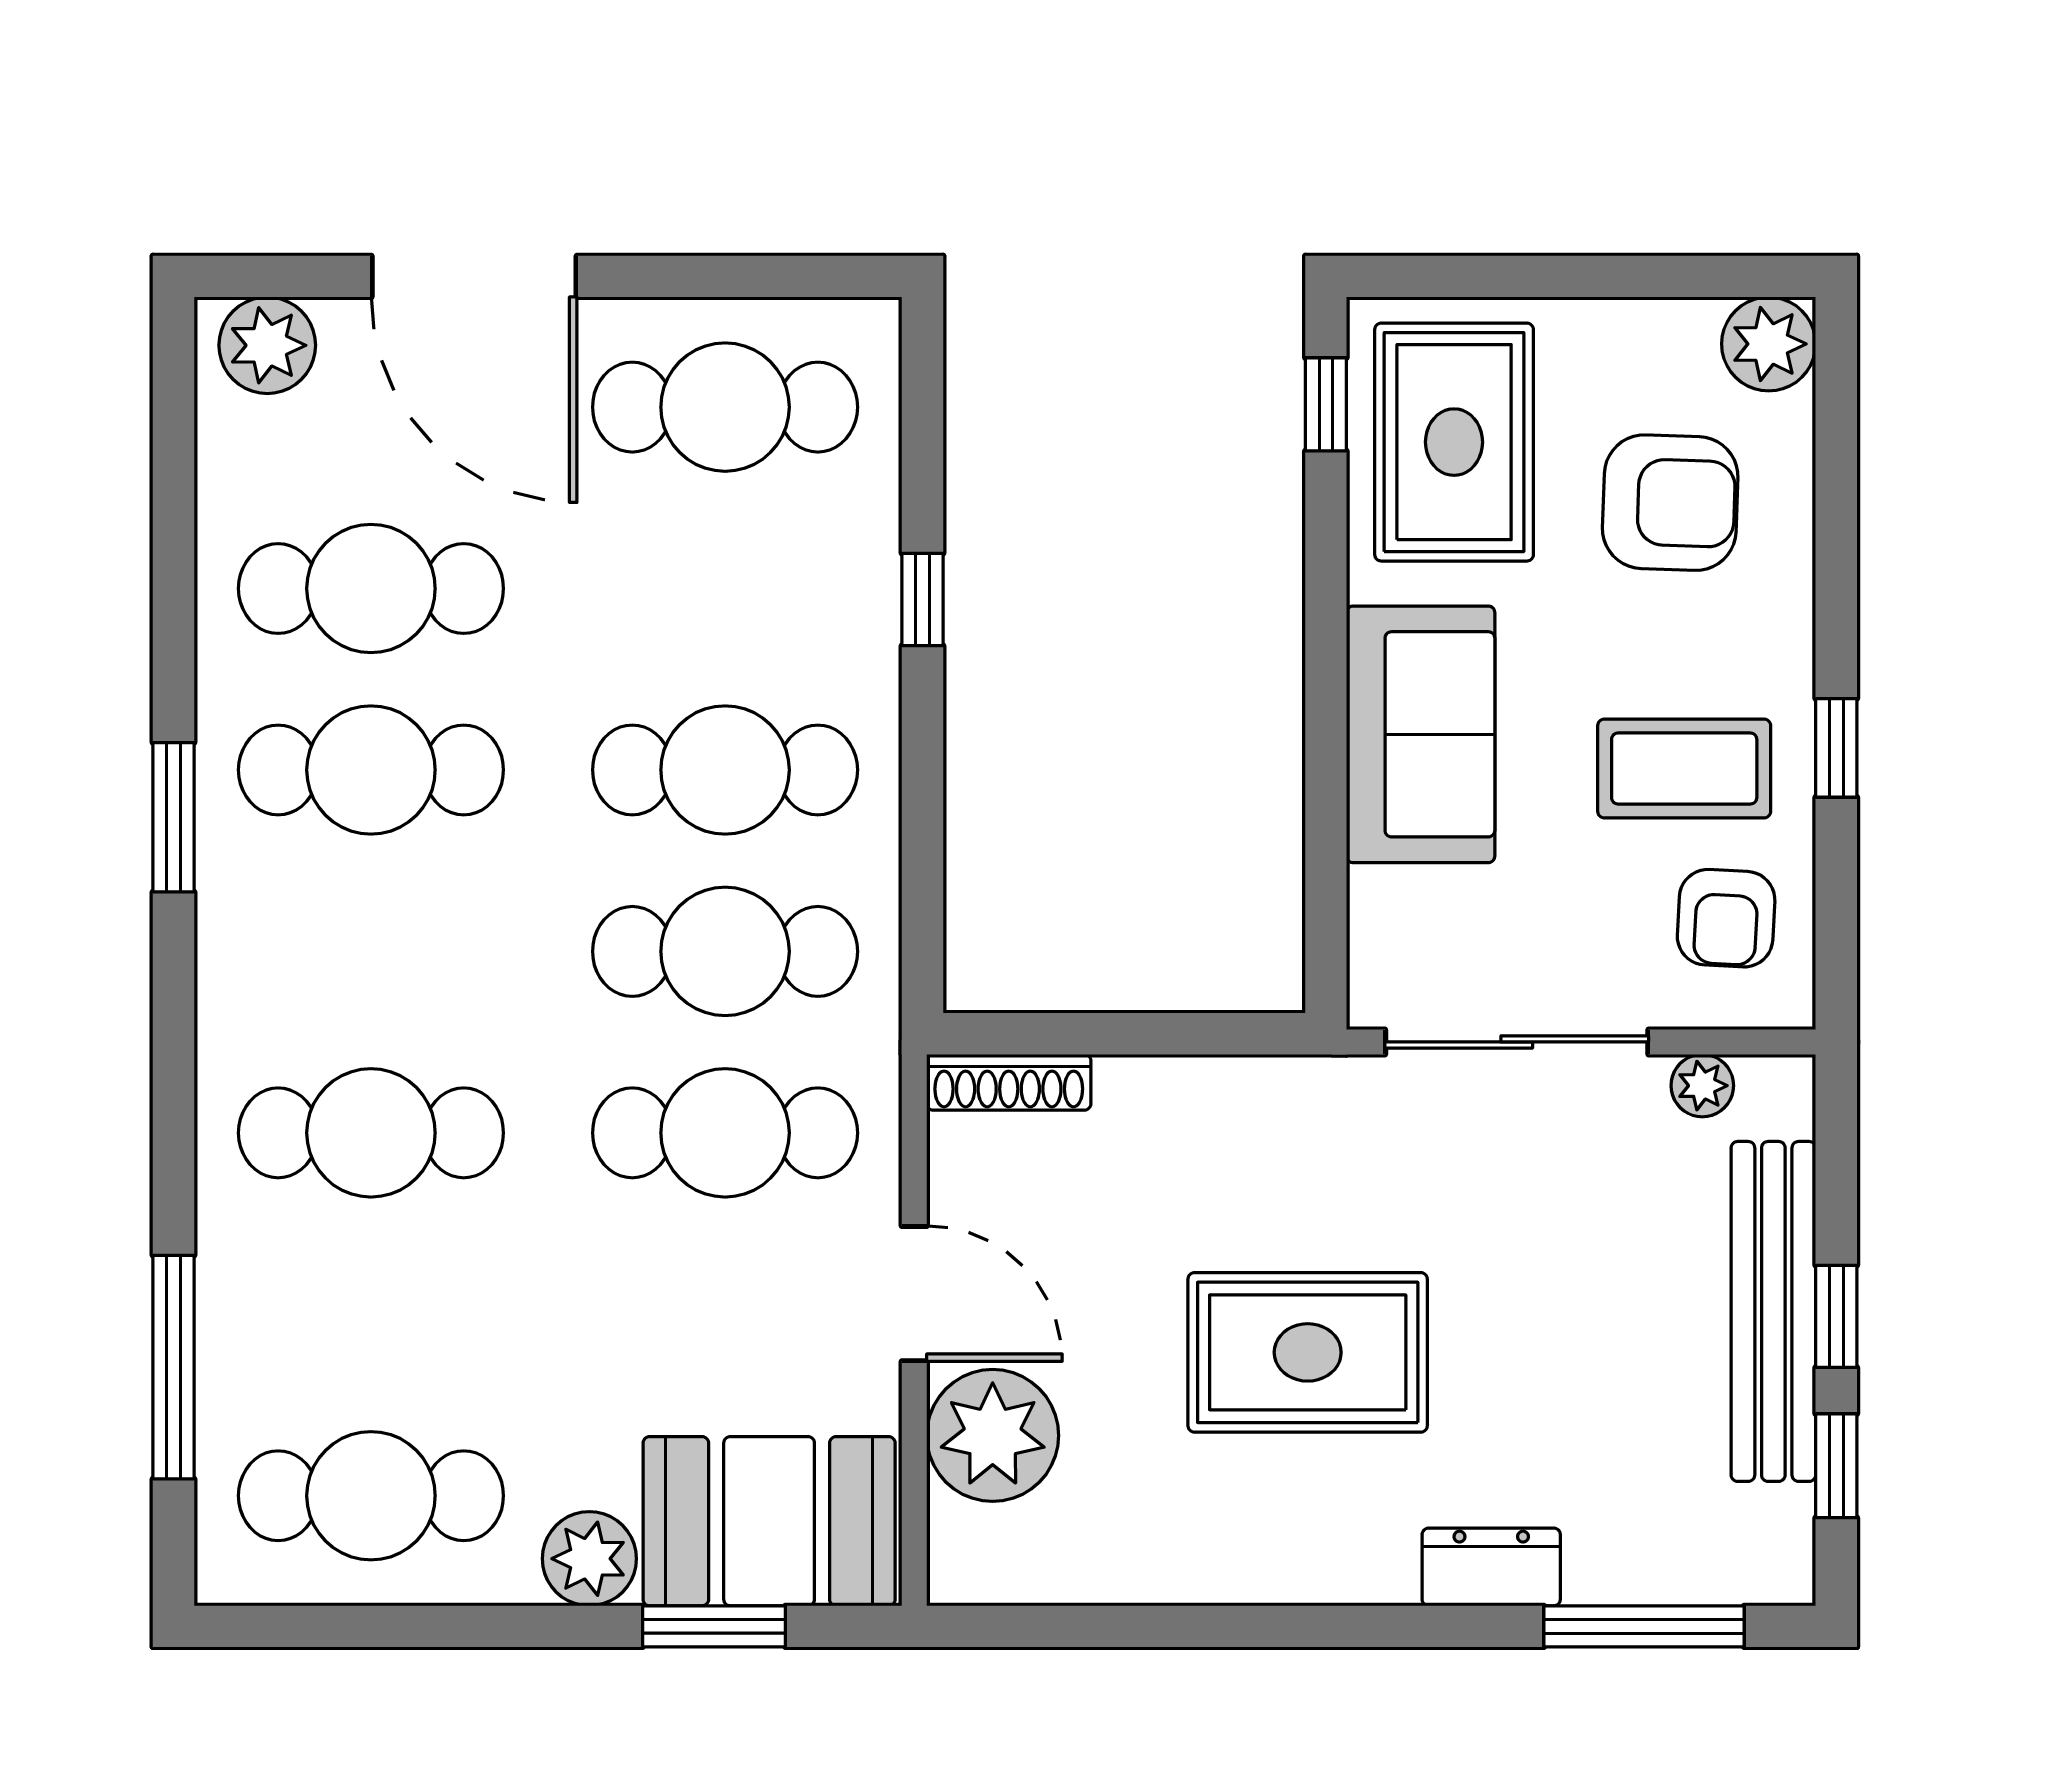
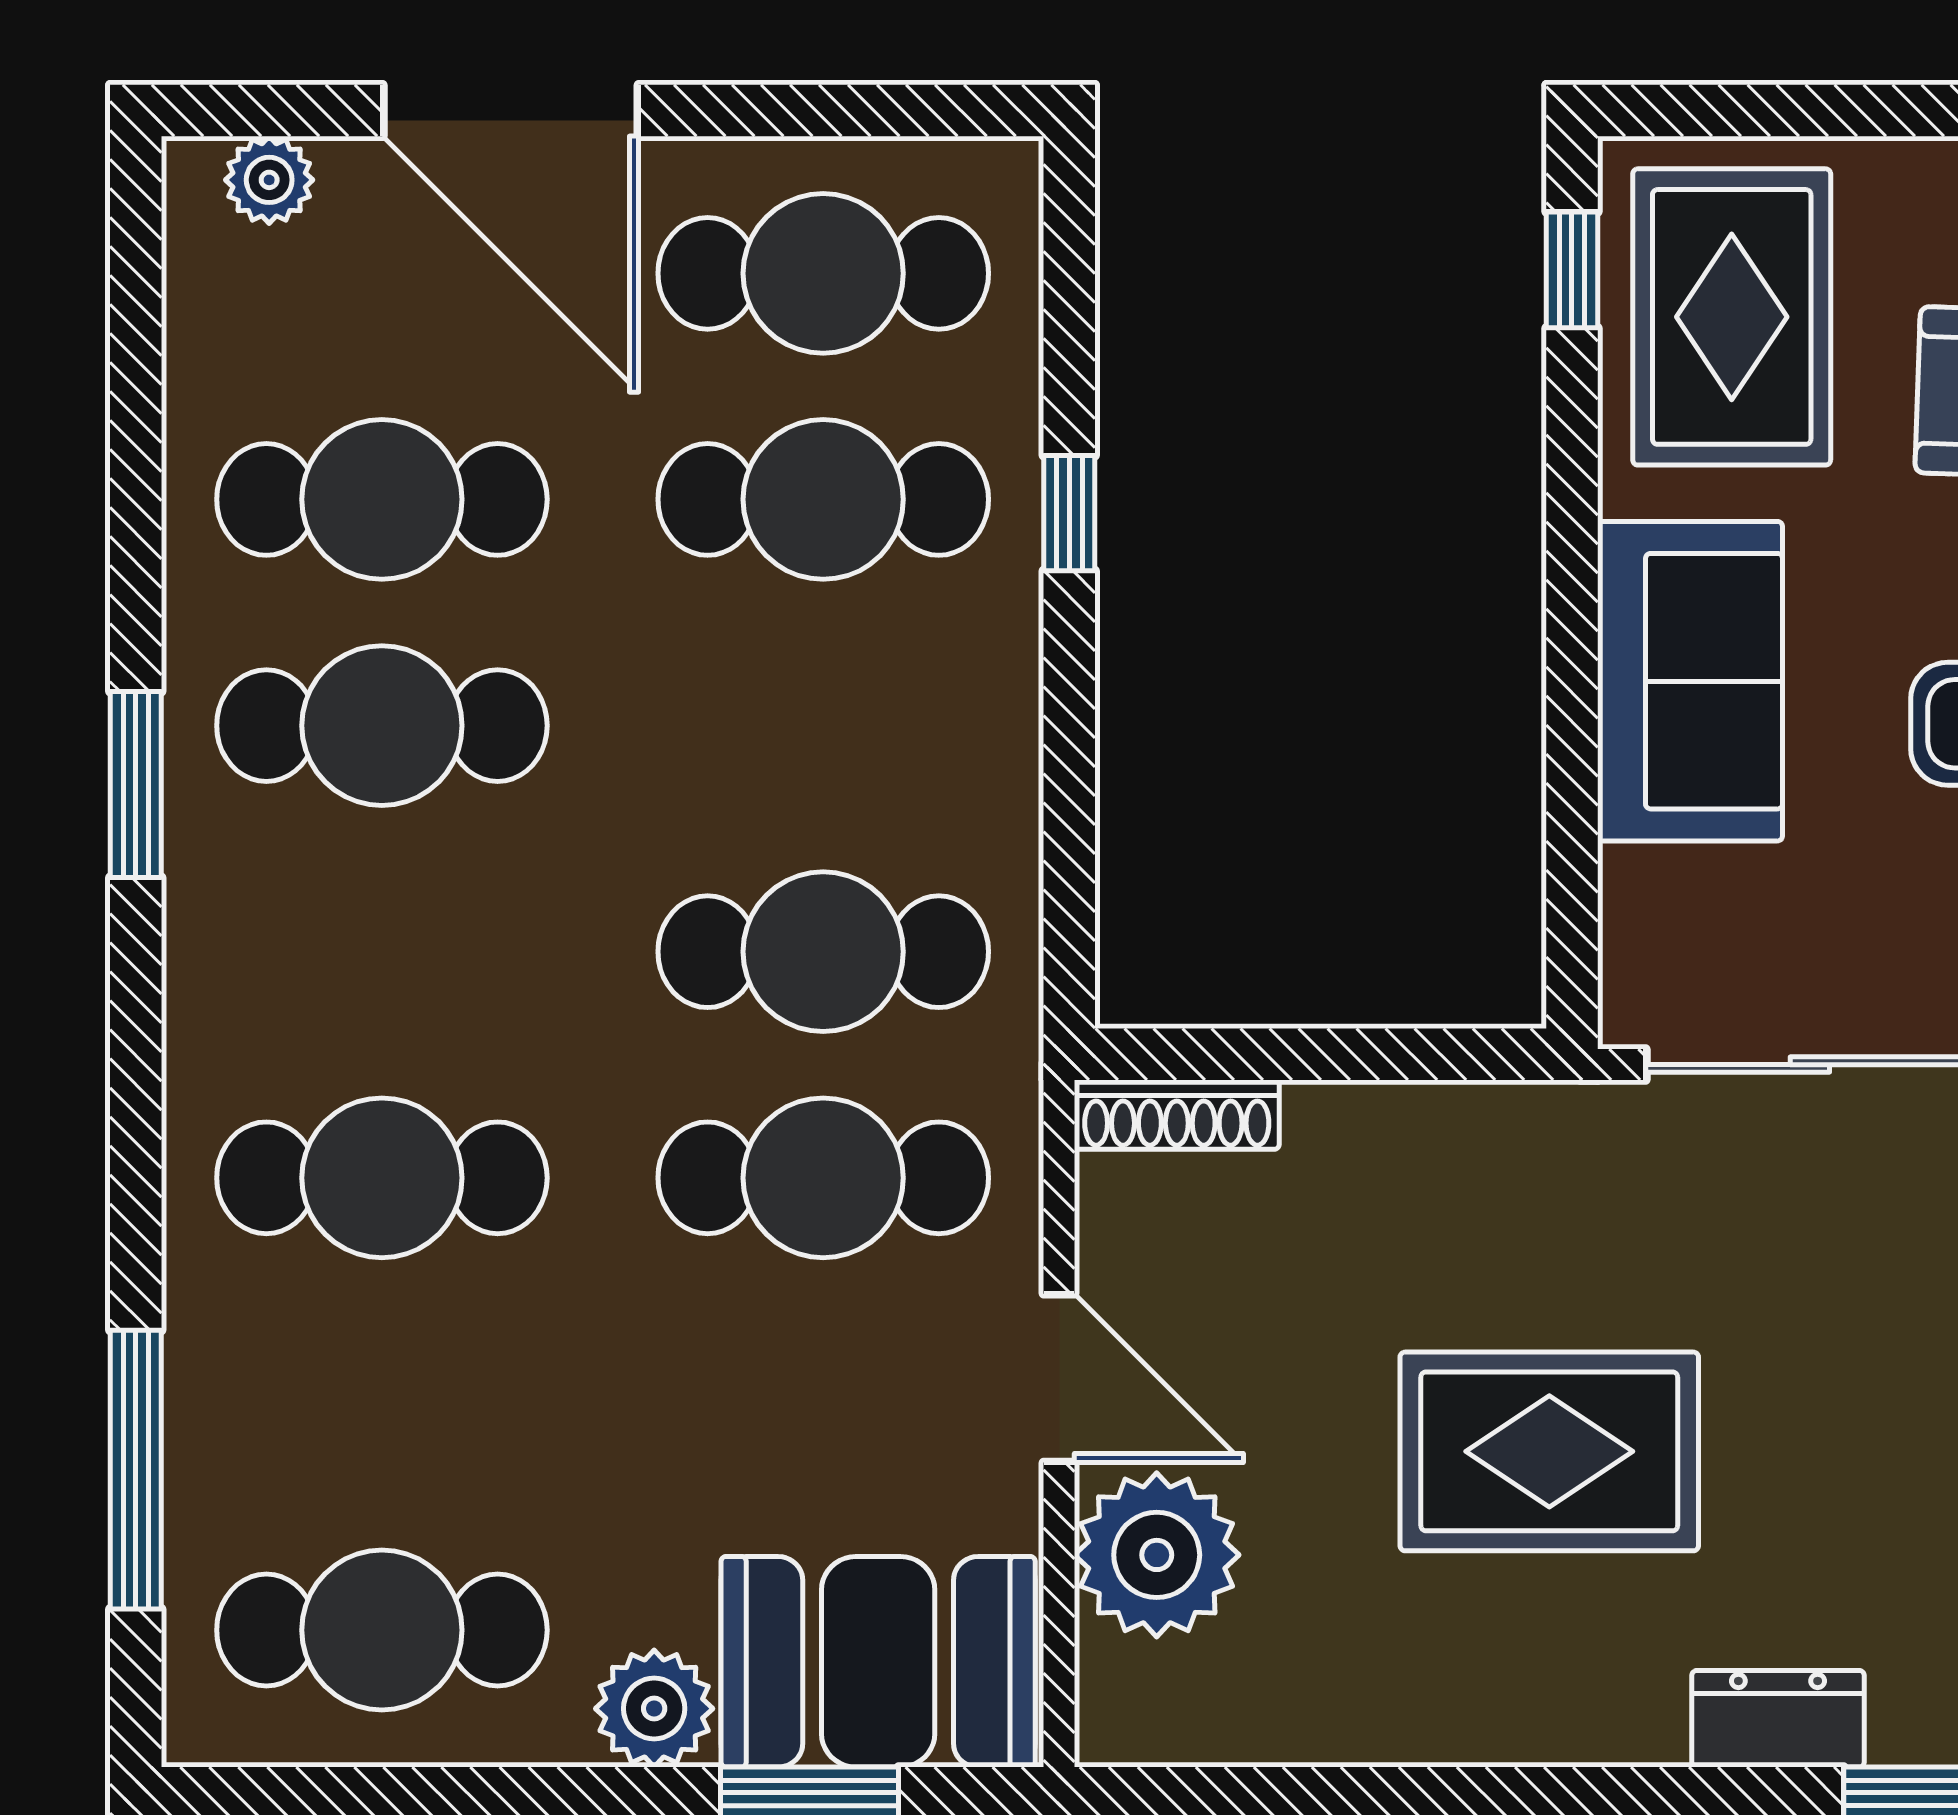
plant: (267, 345) -> (269, 180), width x0.73, depth x0.73
cafe table: (725, 770) -> (823, 499), moved

